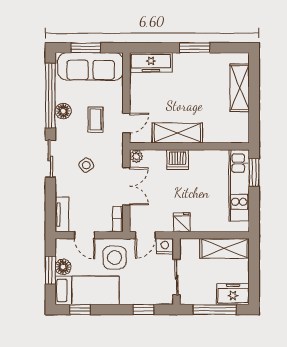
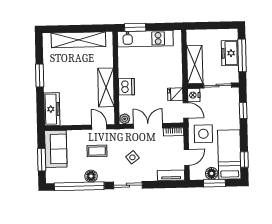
sofa: (91, 66) -> (56, 149), width x0.73
shelving: (240, 88) -> (78, 40), width x1.47
fridge: (182, 222) -> (175, 94), moved
shelving: (225, 248) -> (195, 64), moved
freezer: (233, 294) -> (230, 53), moved

